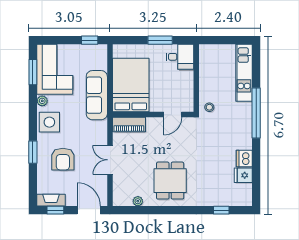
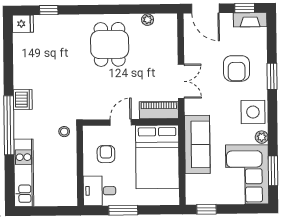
armchair: (174, 88) -> (106, 154), added
door: (173, 115) -> (121, 122), moved
dishwasher: (244, 158) -> (23, 100), moved
armchair: (63, 159) -> (237, 68), turned 180
double door: (110, 160) -> (181, 81), moved
fridge: (243, 175) -> (23, 24), moved

